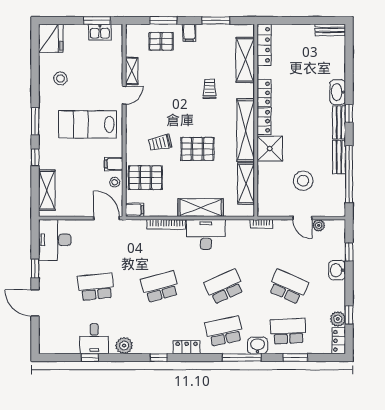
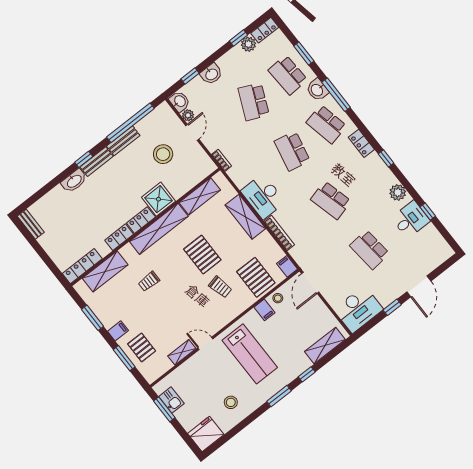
washbasin: (335, 227) -> (180, 101), added
school desk: (224, 287) -> (292, 151), turned 36

